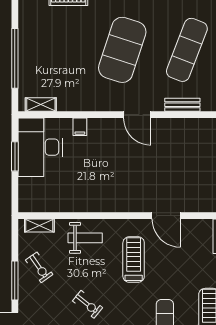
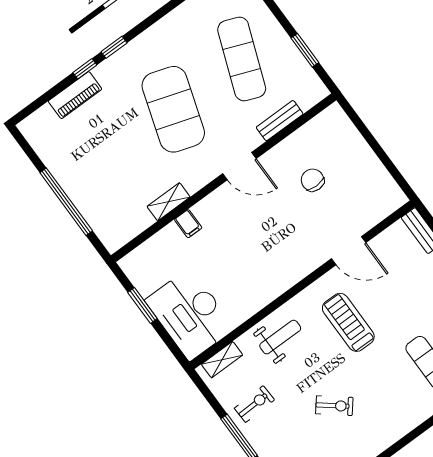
shelving: (41, 105) -> (169, 202), moved
desk: (40, 147) -> (190, 314), moved
chair: (176, 156) -> (313, 180), added
exercise bike: (39, 267) -> (254, 404), turned -57

